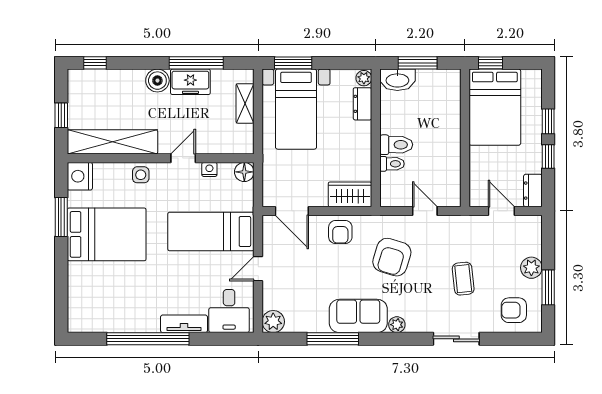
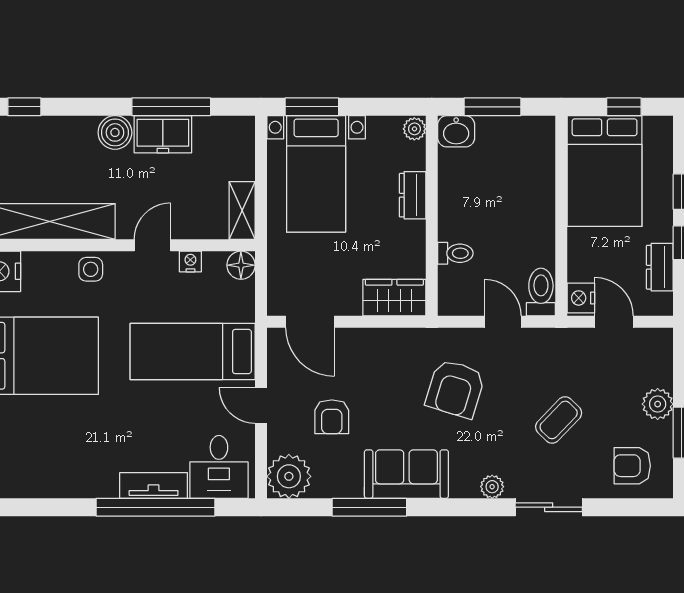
window: (491, 63) -> (624, 107), moved
washbasin: (397, 80) -> (456, 131), width x0.72
shelving: (245, 103) -> (242, 210), moved
dresser: (362, 104) -> (413, 195), moved
toilet: (396, 145) -> (541, 292), moved, turned -90
dresser: (533, 191) -> (660, 267), moved
nightstand: (478, 195) -> (581, 298), added
armchair: (340, 232) -> (332, 417), moved
door: (258, 269) -> (261, 405), hinge flipped
coffee table: (463, 279) -> (559, 420), turned 50
plant: (273, 322) -> (289, 476), width x1.36, depth x1.36
plant: (397, 325) -> (492, 487), moved
window: (148, 339) -> (156, 507), moved

